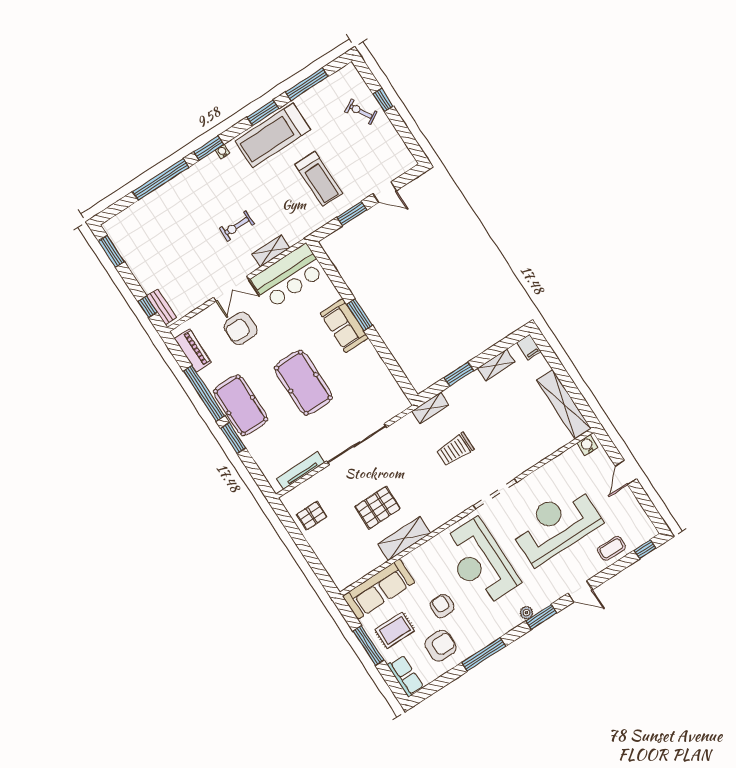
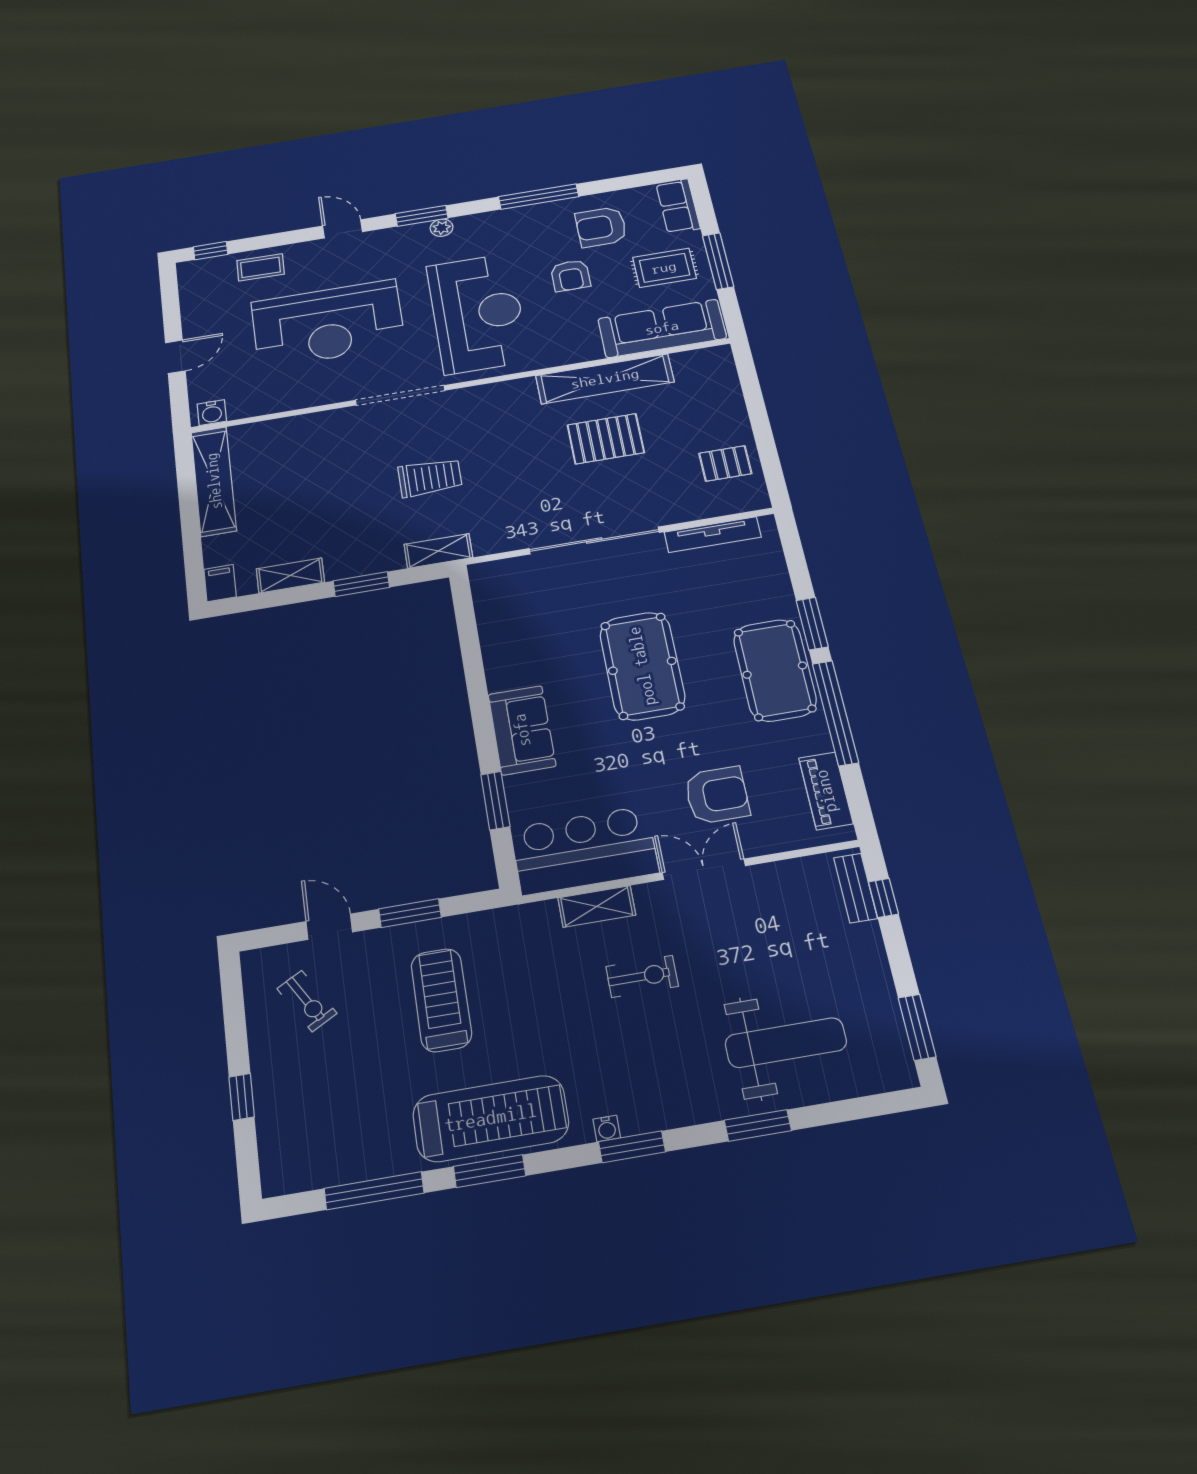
exercise bike: (361, 112) -> (307, 1001), moved
window: (161, 179) -> (758, 1125), width x0.47
weight bench: (163, 221) -> (786, 1043), added
window: (360, 315) -> (495, 801), moved
shelving: (404, 539) -> (605, 379), width x1.47

